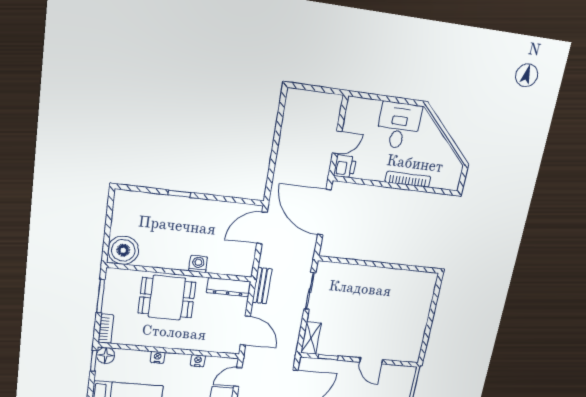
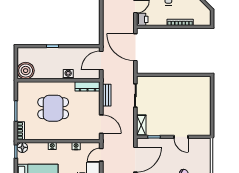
boiler: (123, 250) -> (26, 71), moved
washing machine: (198, 264) -> (68, 74), moved
wall: (180, 272) -> (59, 80), moved
dresser: (229, 287) -> (87, 86), moved

